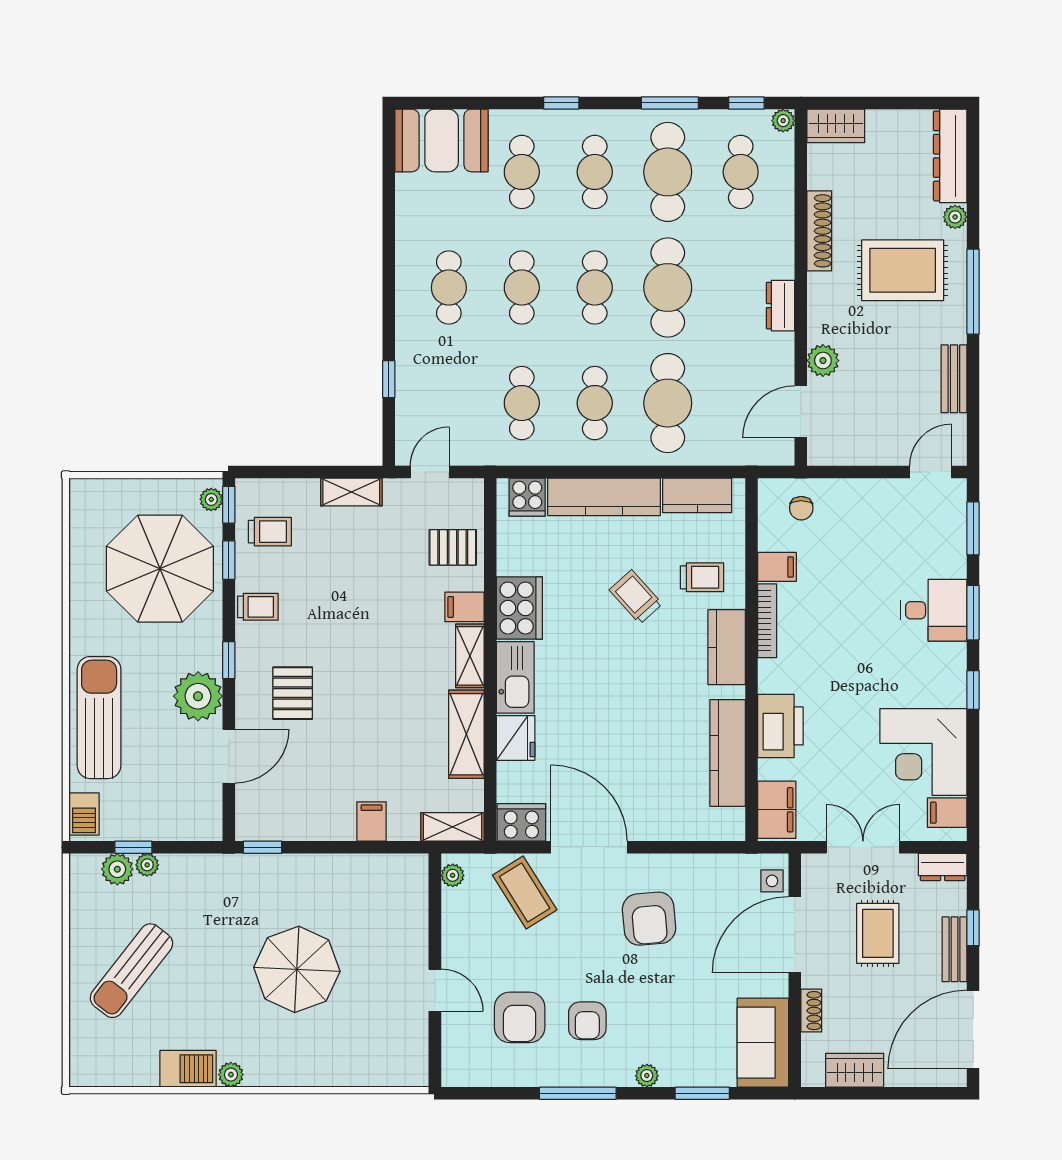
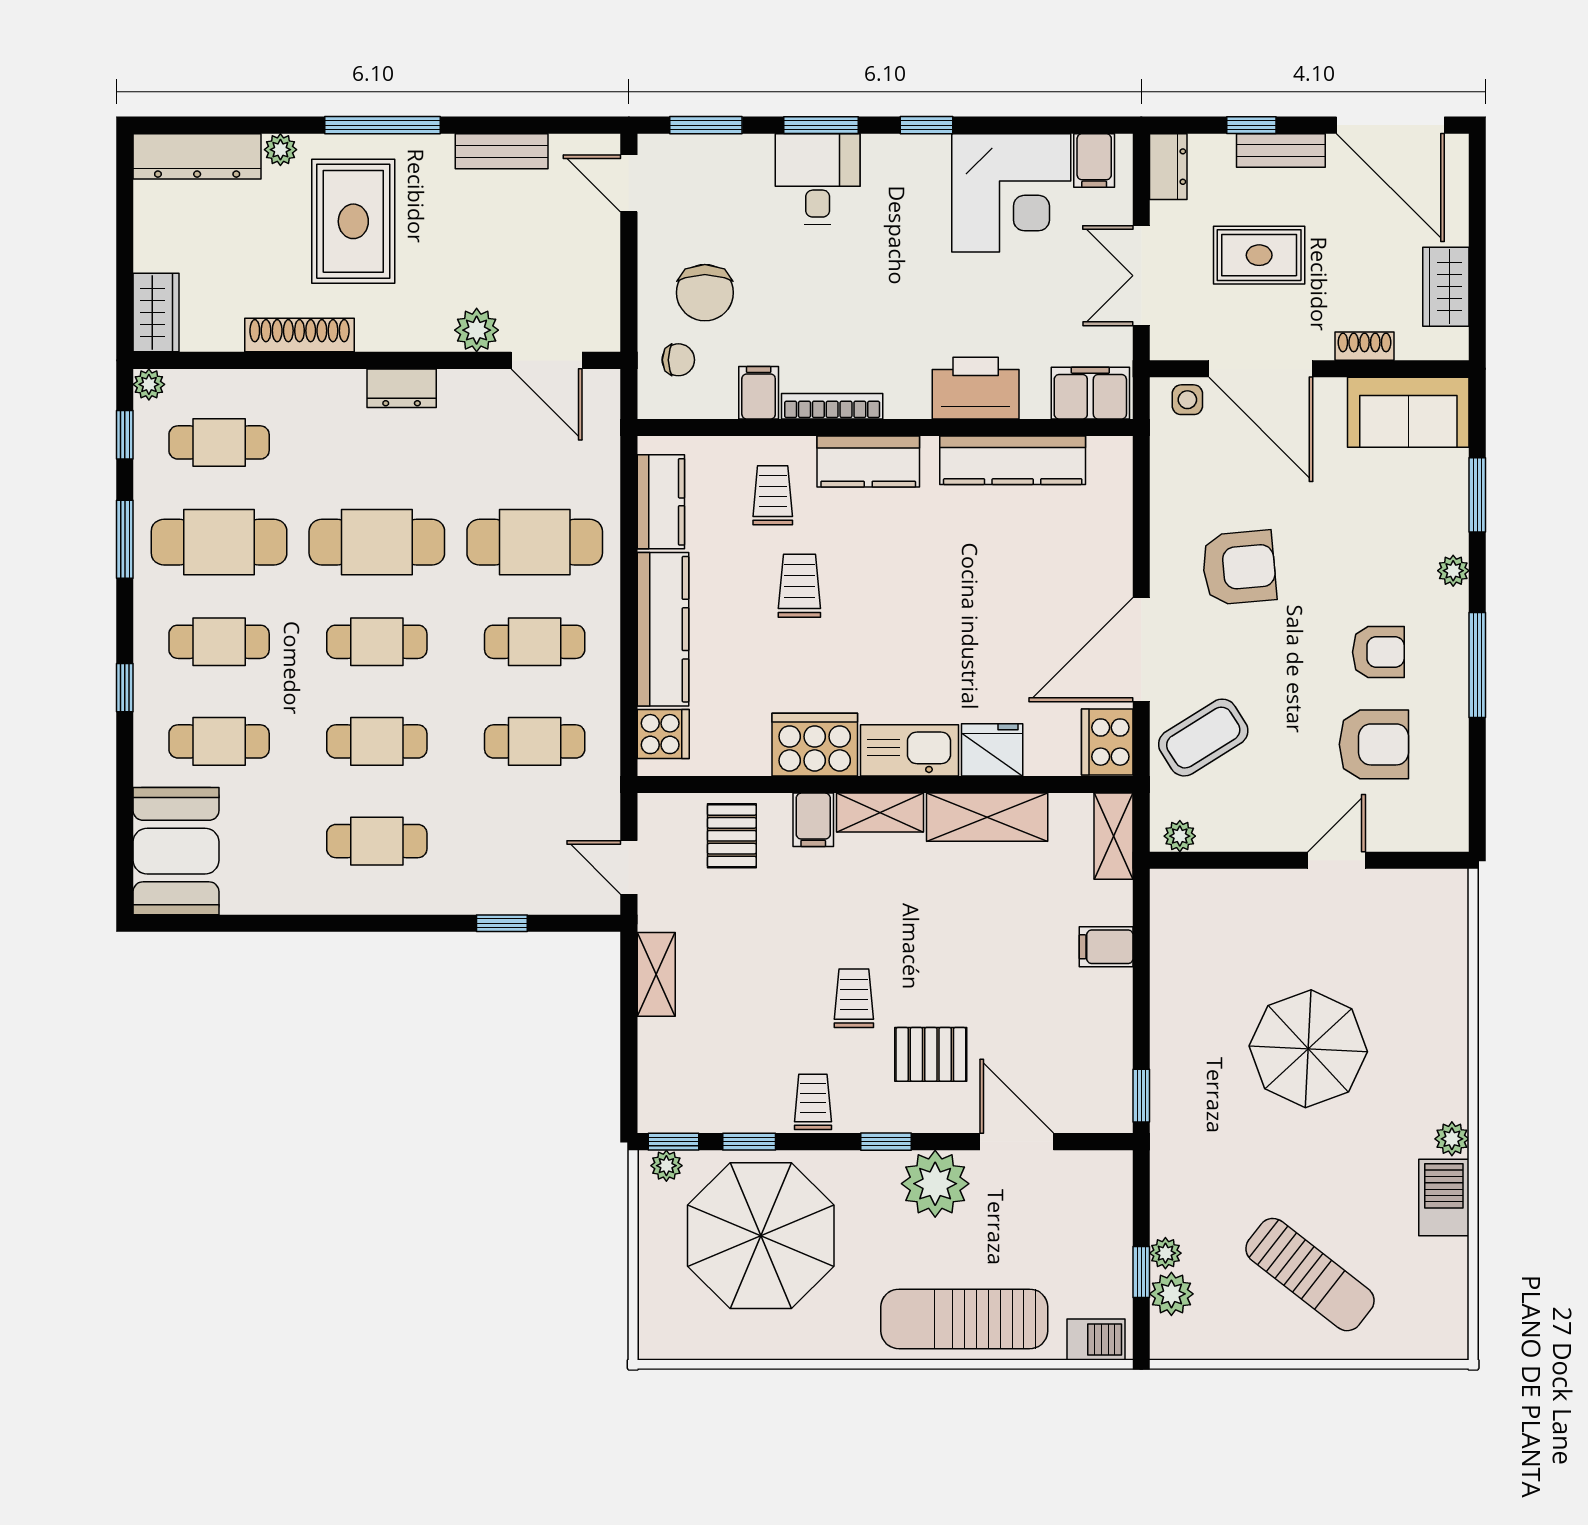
chair: (850, 528) -> (705, 293), added
trolley: (270, 532) -> (854, 998), moved
trolley: (636, 597) -> (799, 586), turned 132

